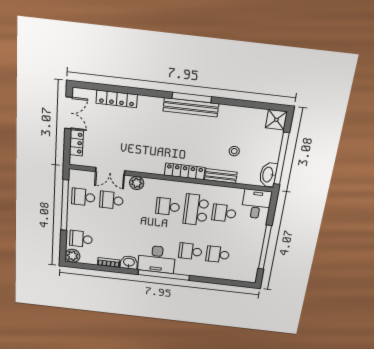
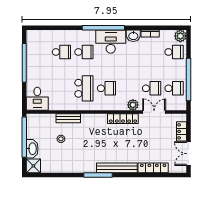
bench: (191, 107) -> (117, 168), moved
locker: (185, 171) -> (123, 119), moved
washbasin: (268, 175) -> (32, 149), moved
school desk: (224, 213) -> (61, 88), removed

